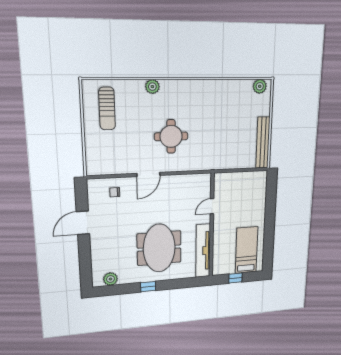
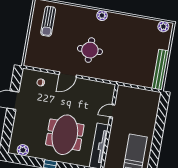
plant: (152, 87) -> (102, 15), moved

